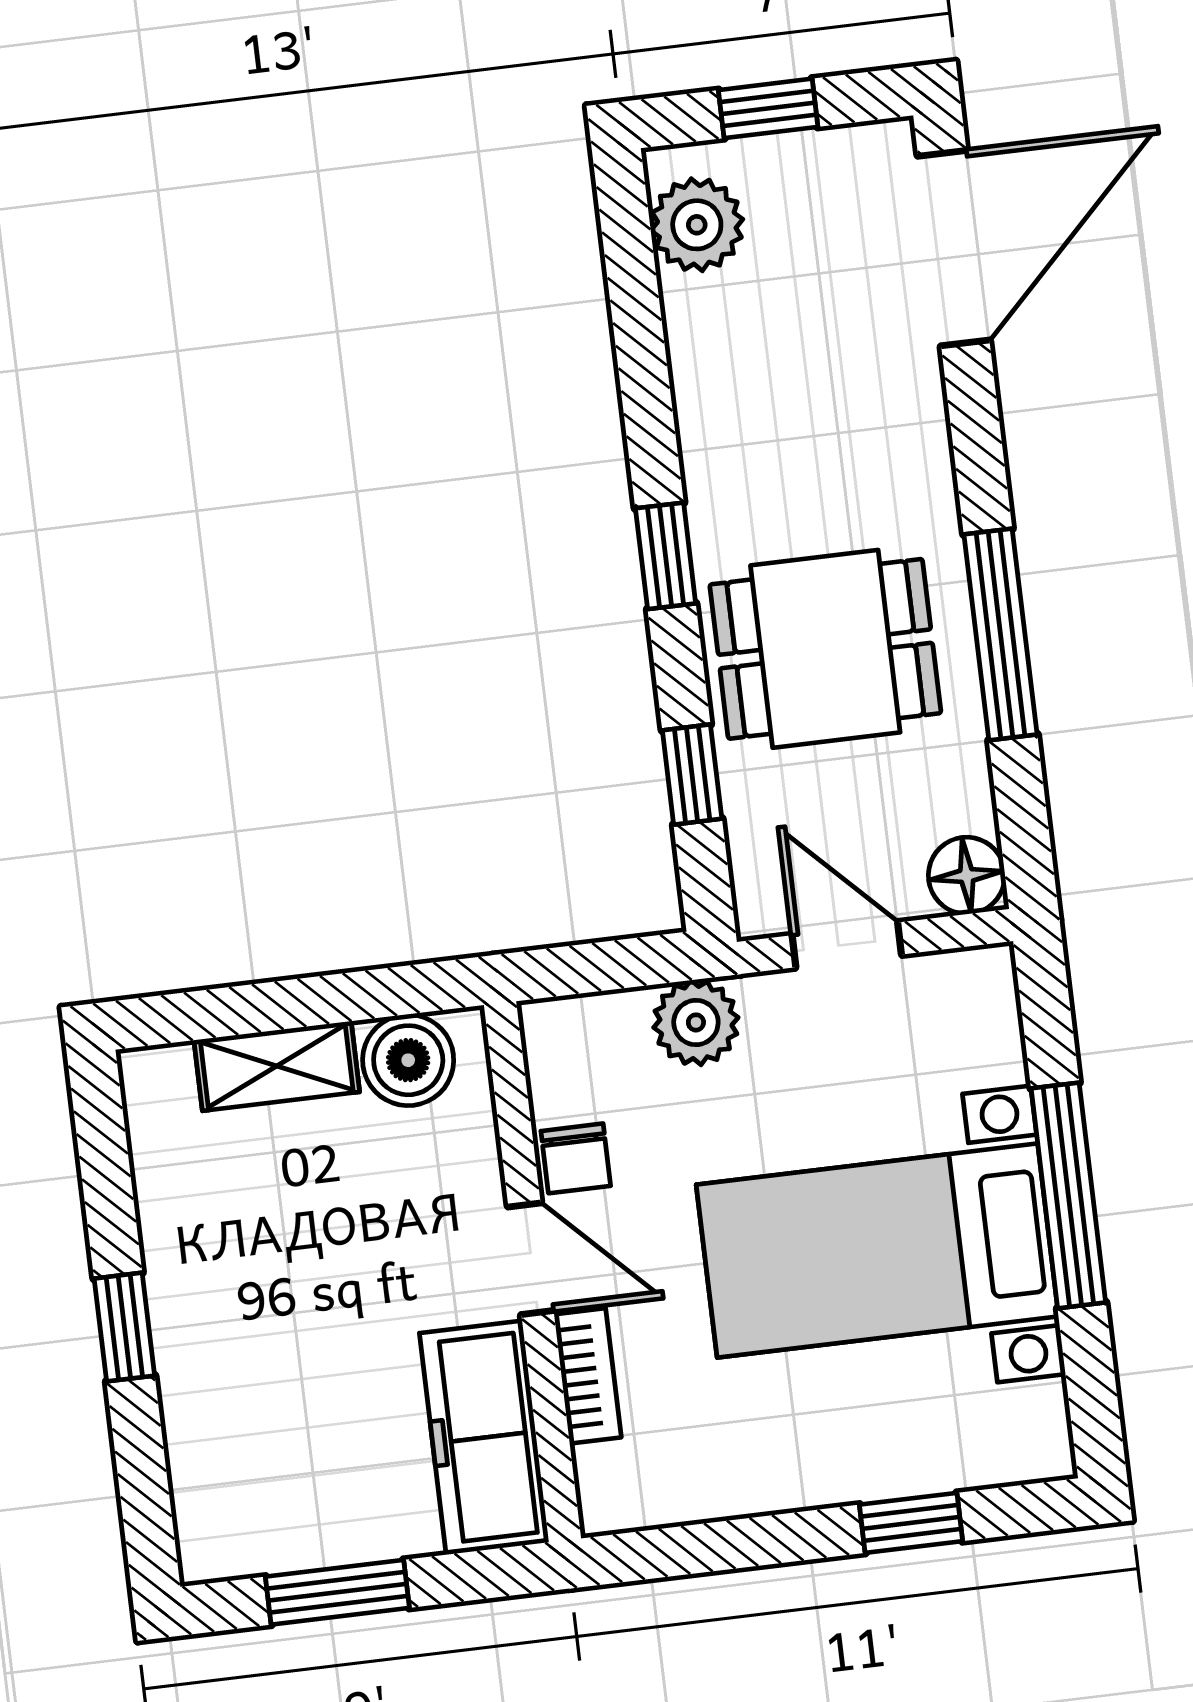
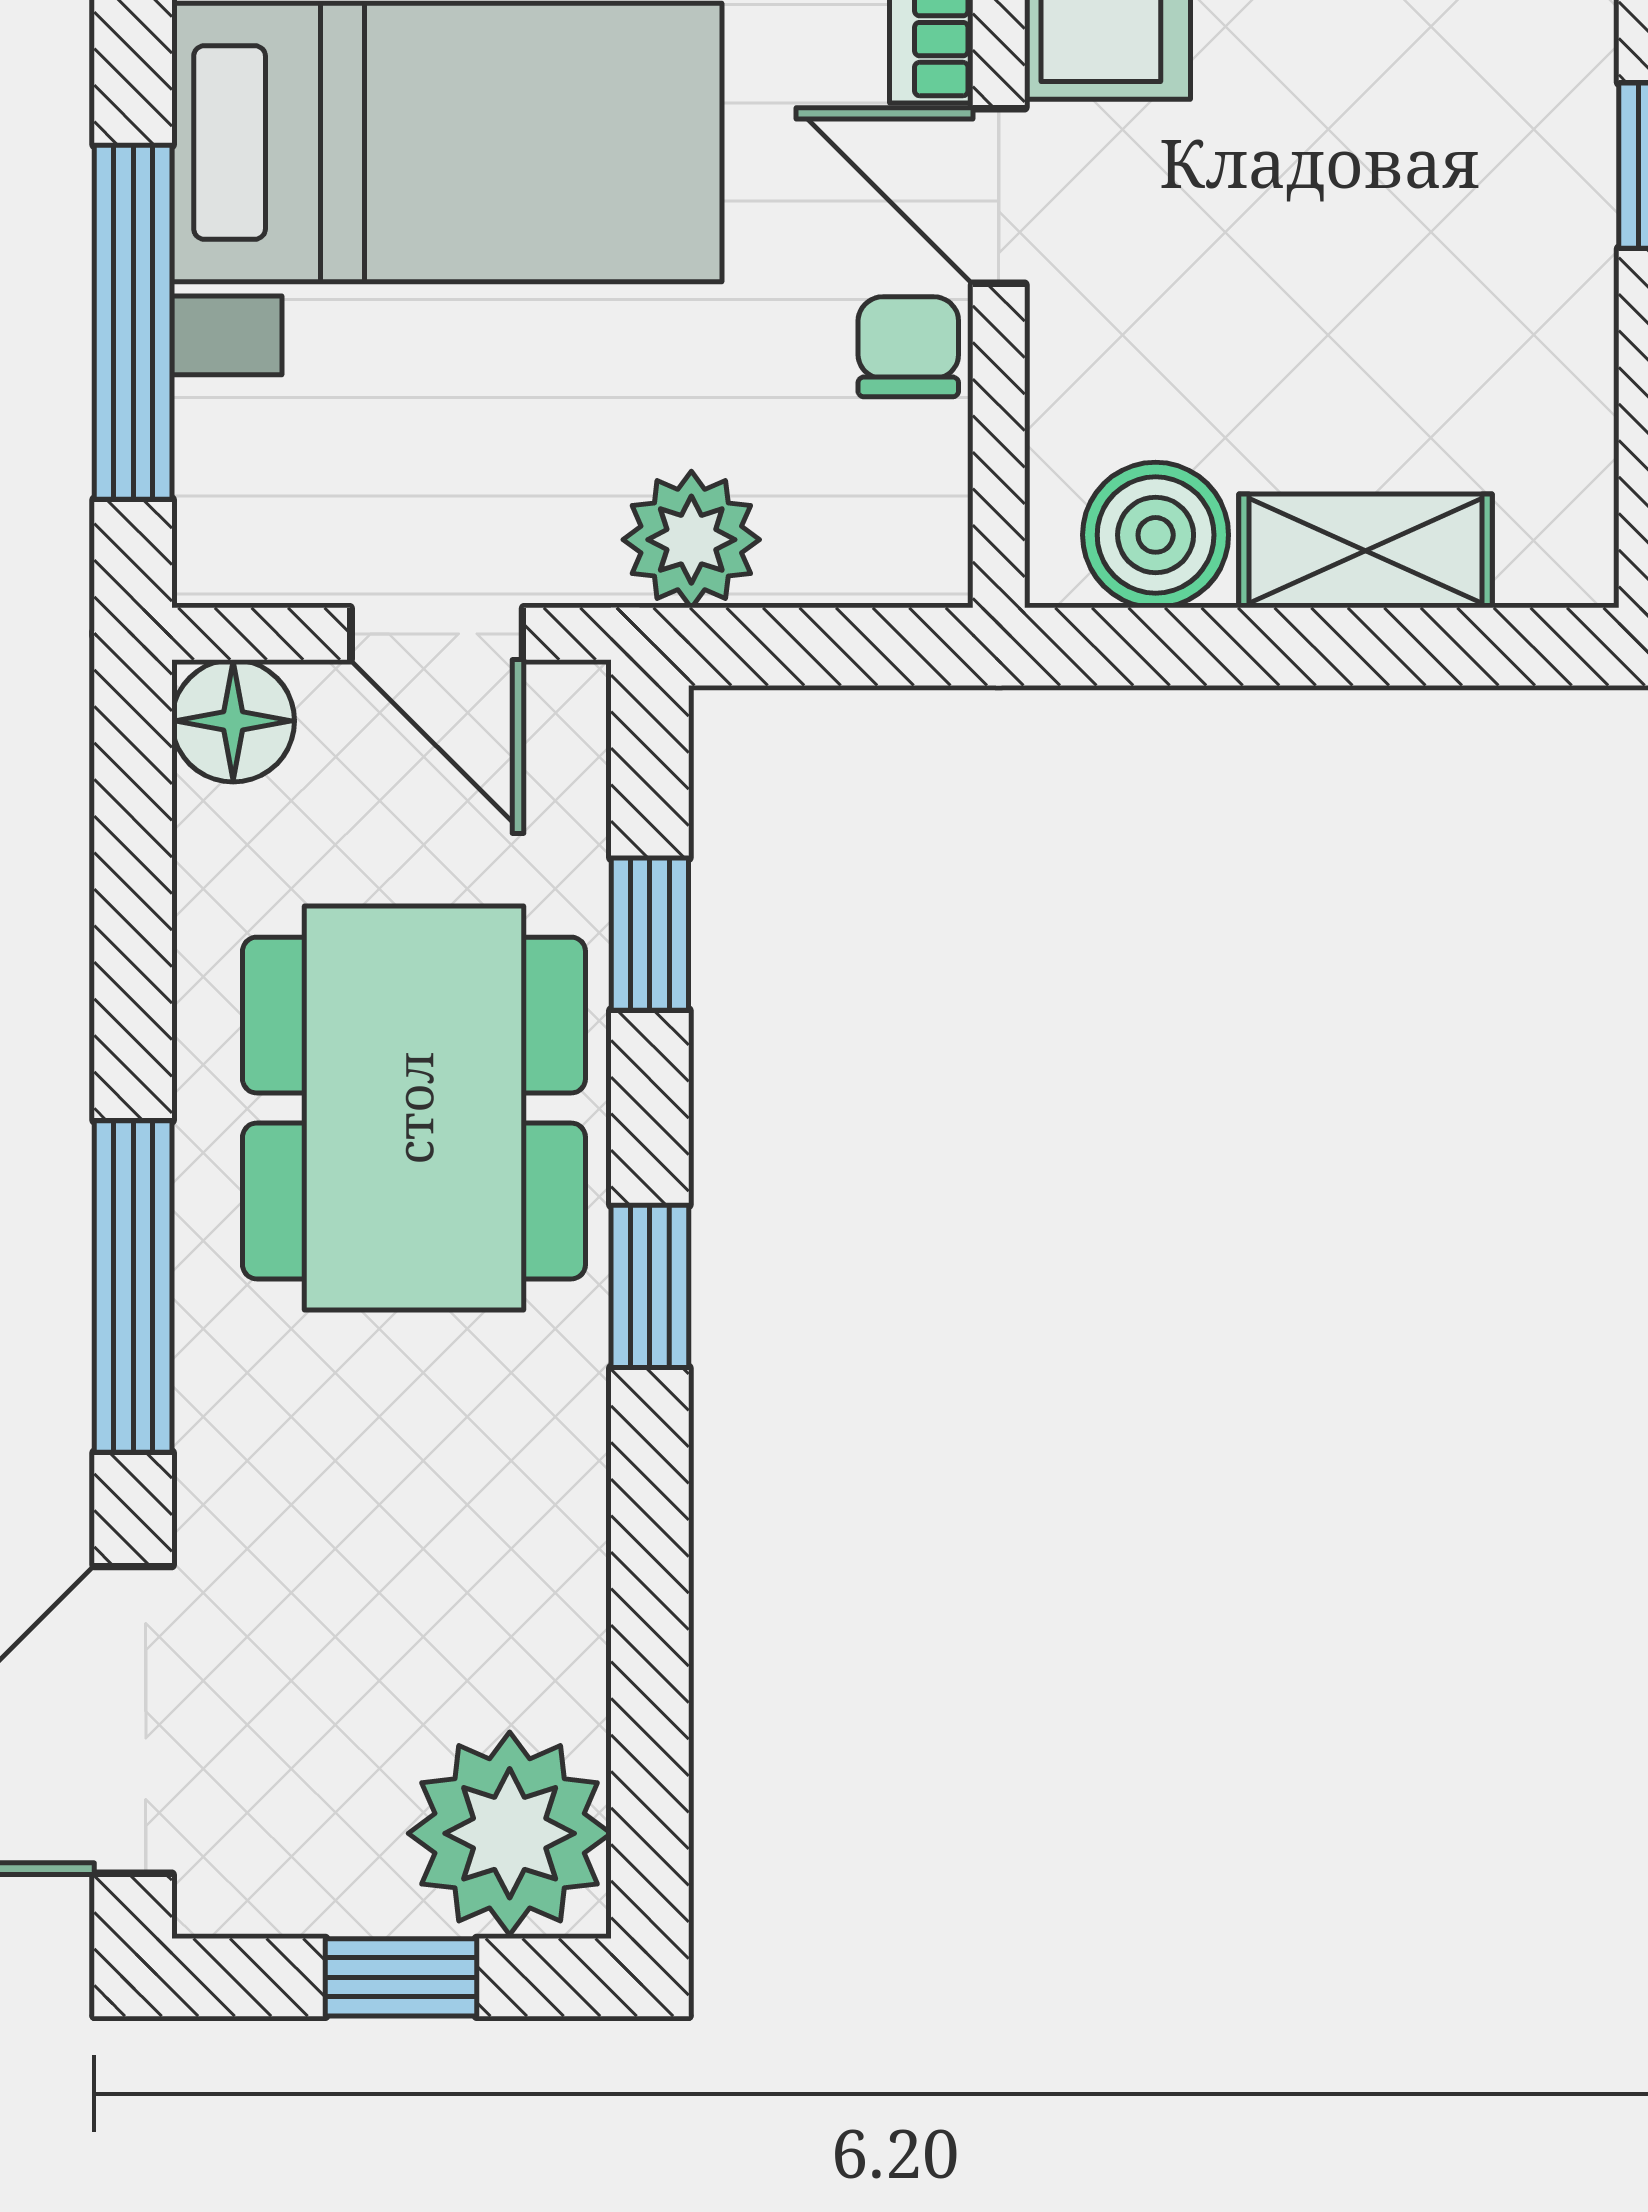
plant: (697, 225) -> (510, 1833), width x1.36, depth x1.36
window: (1000, 634) -> (133, 1286), moved
dining table: (825, 649) -> (414, 1108), width x1.38
window: (1068, 1195) -> (133, 322), moved

